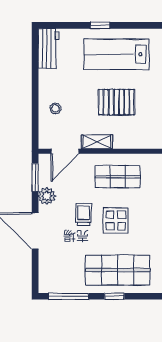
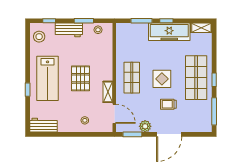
trolley: (84, 214) -> (168, 104), moved

